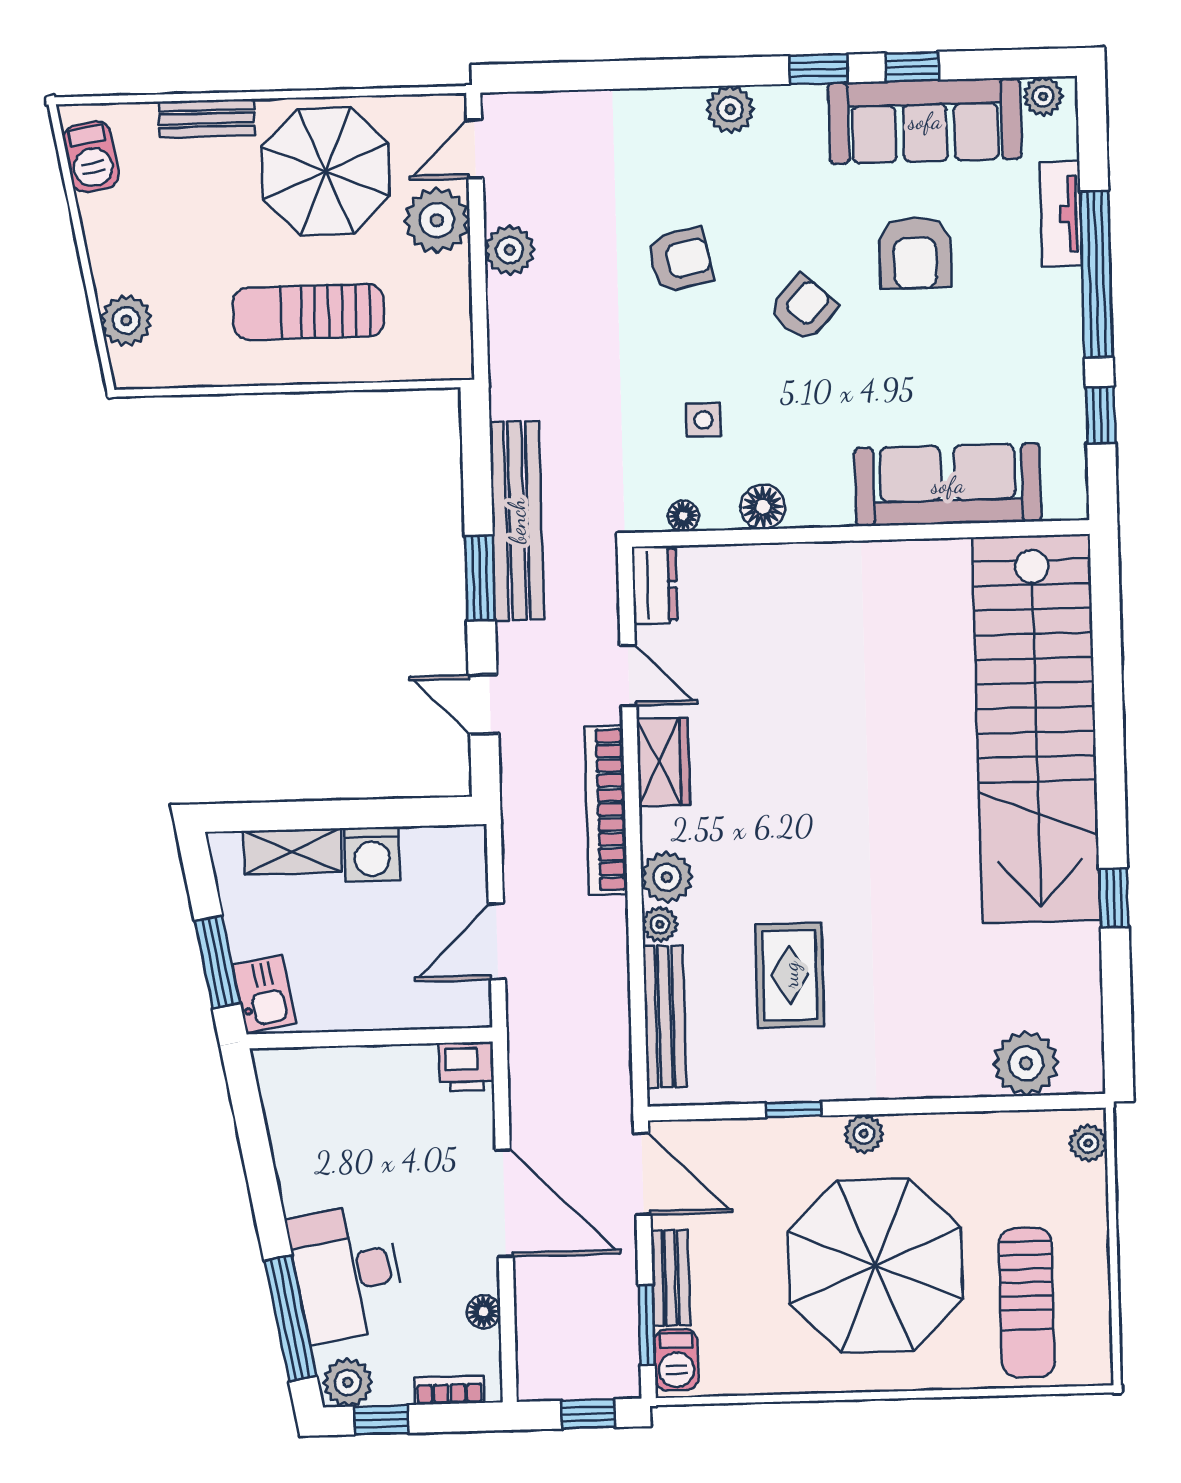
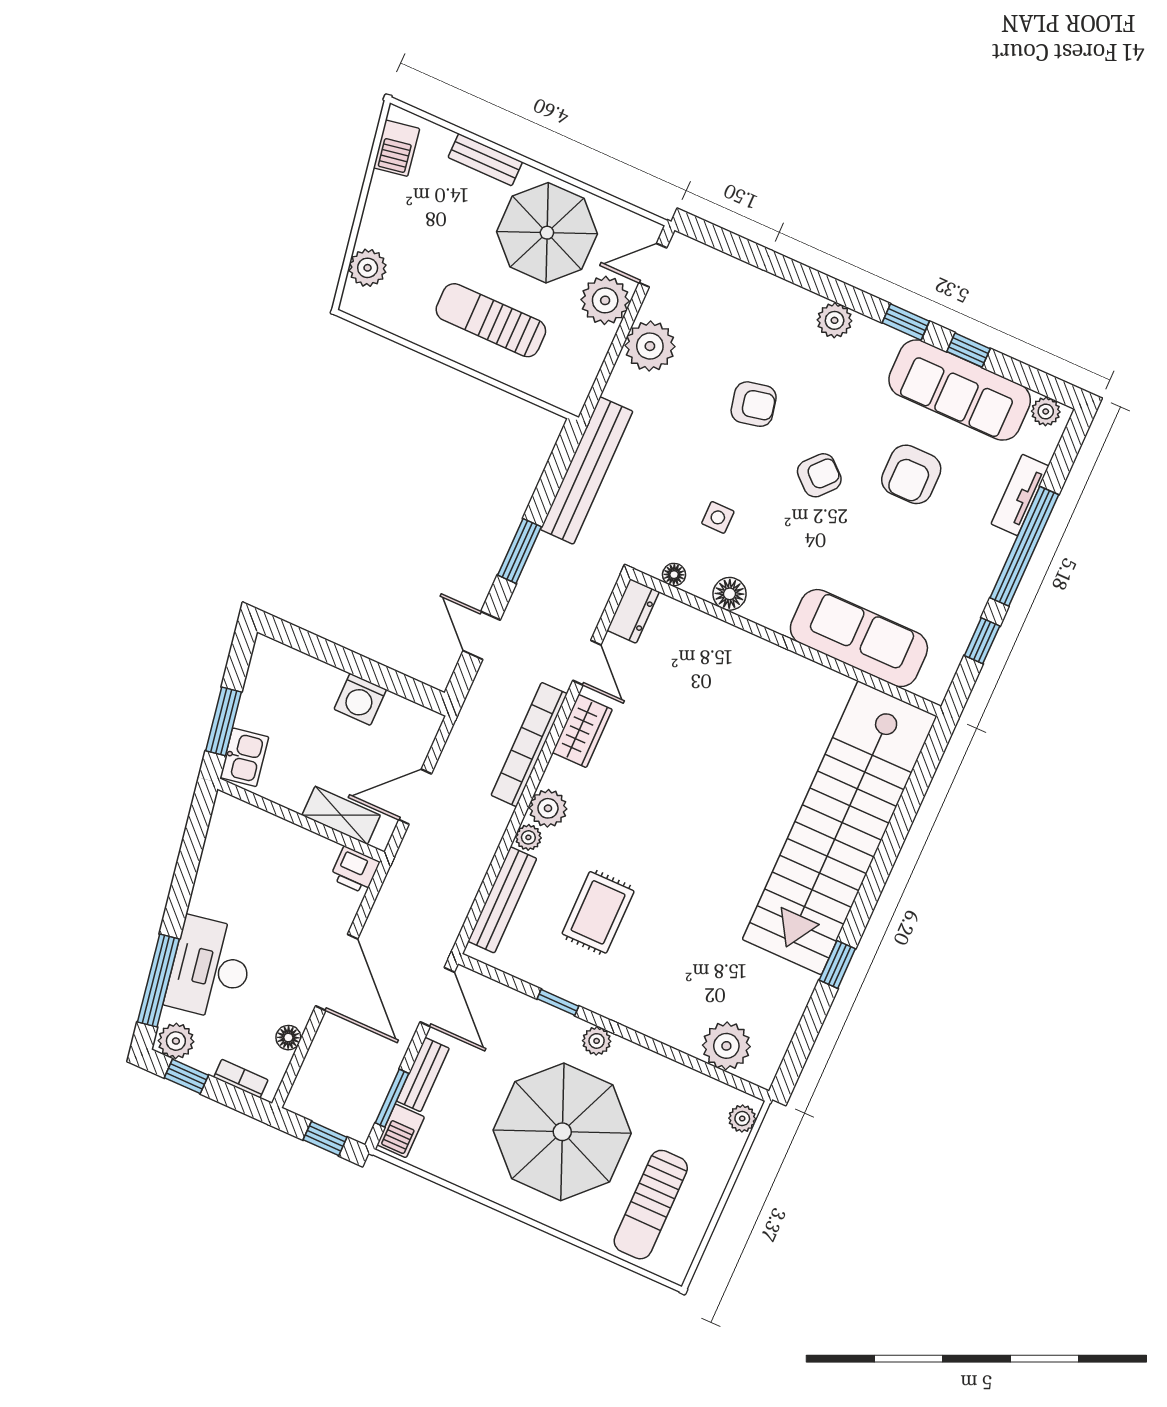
plant: (510, 250) -> (650, 346), width x1.36, depth x1.36
bench: (517, 521) -> (587, 470), moved
shelving: (292, 851) -> (341, 815), moved

